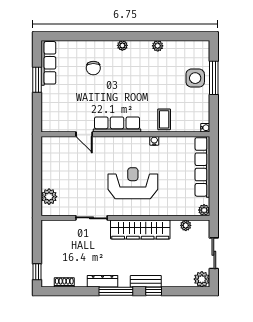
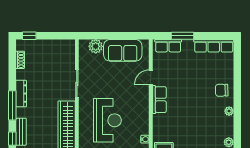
chair: (93, 68) -> (222, 90), moved
window: (37, 80) -> (183, 36), moved
row of seats: (48, 114) -> (168, 46), added
row of seats: (117, 125) -> (159, 100), width x0.68
sofa: (54, 166) -> (123, 50), added

